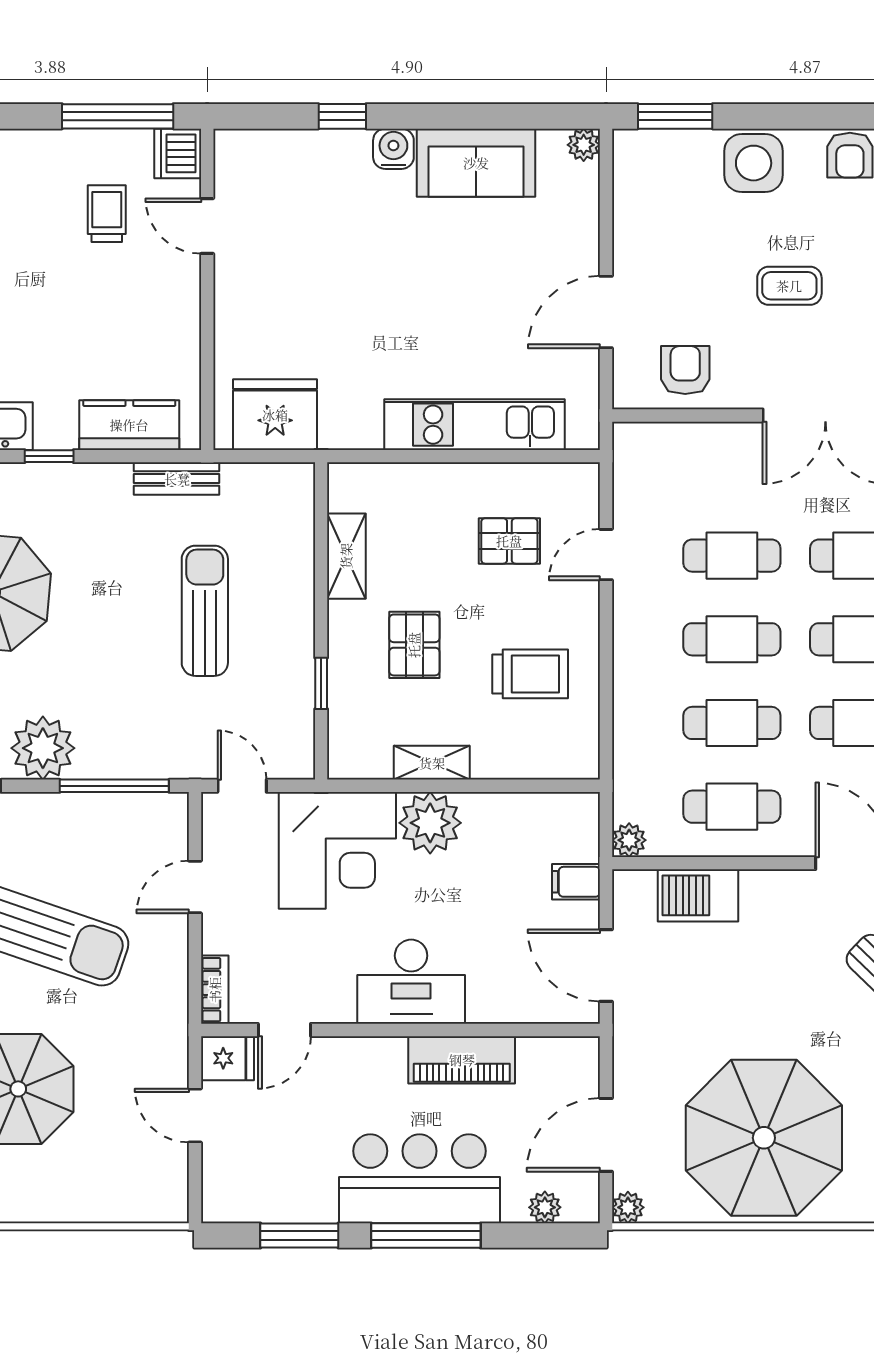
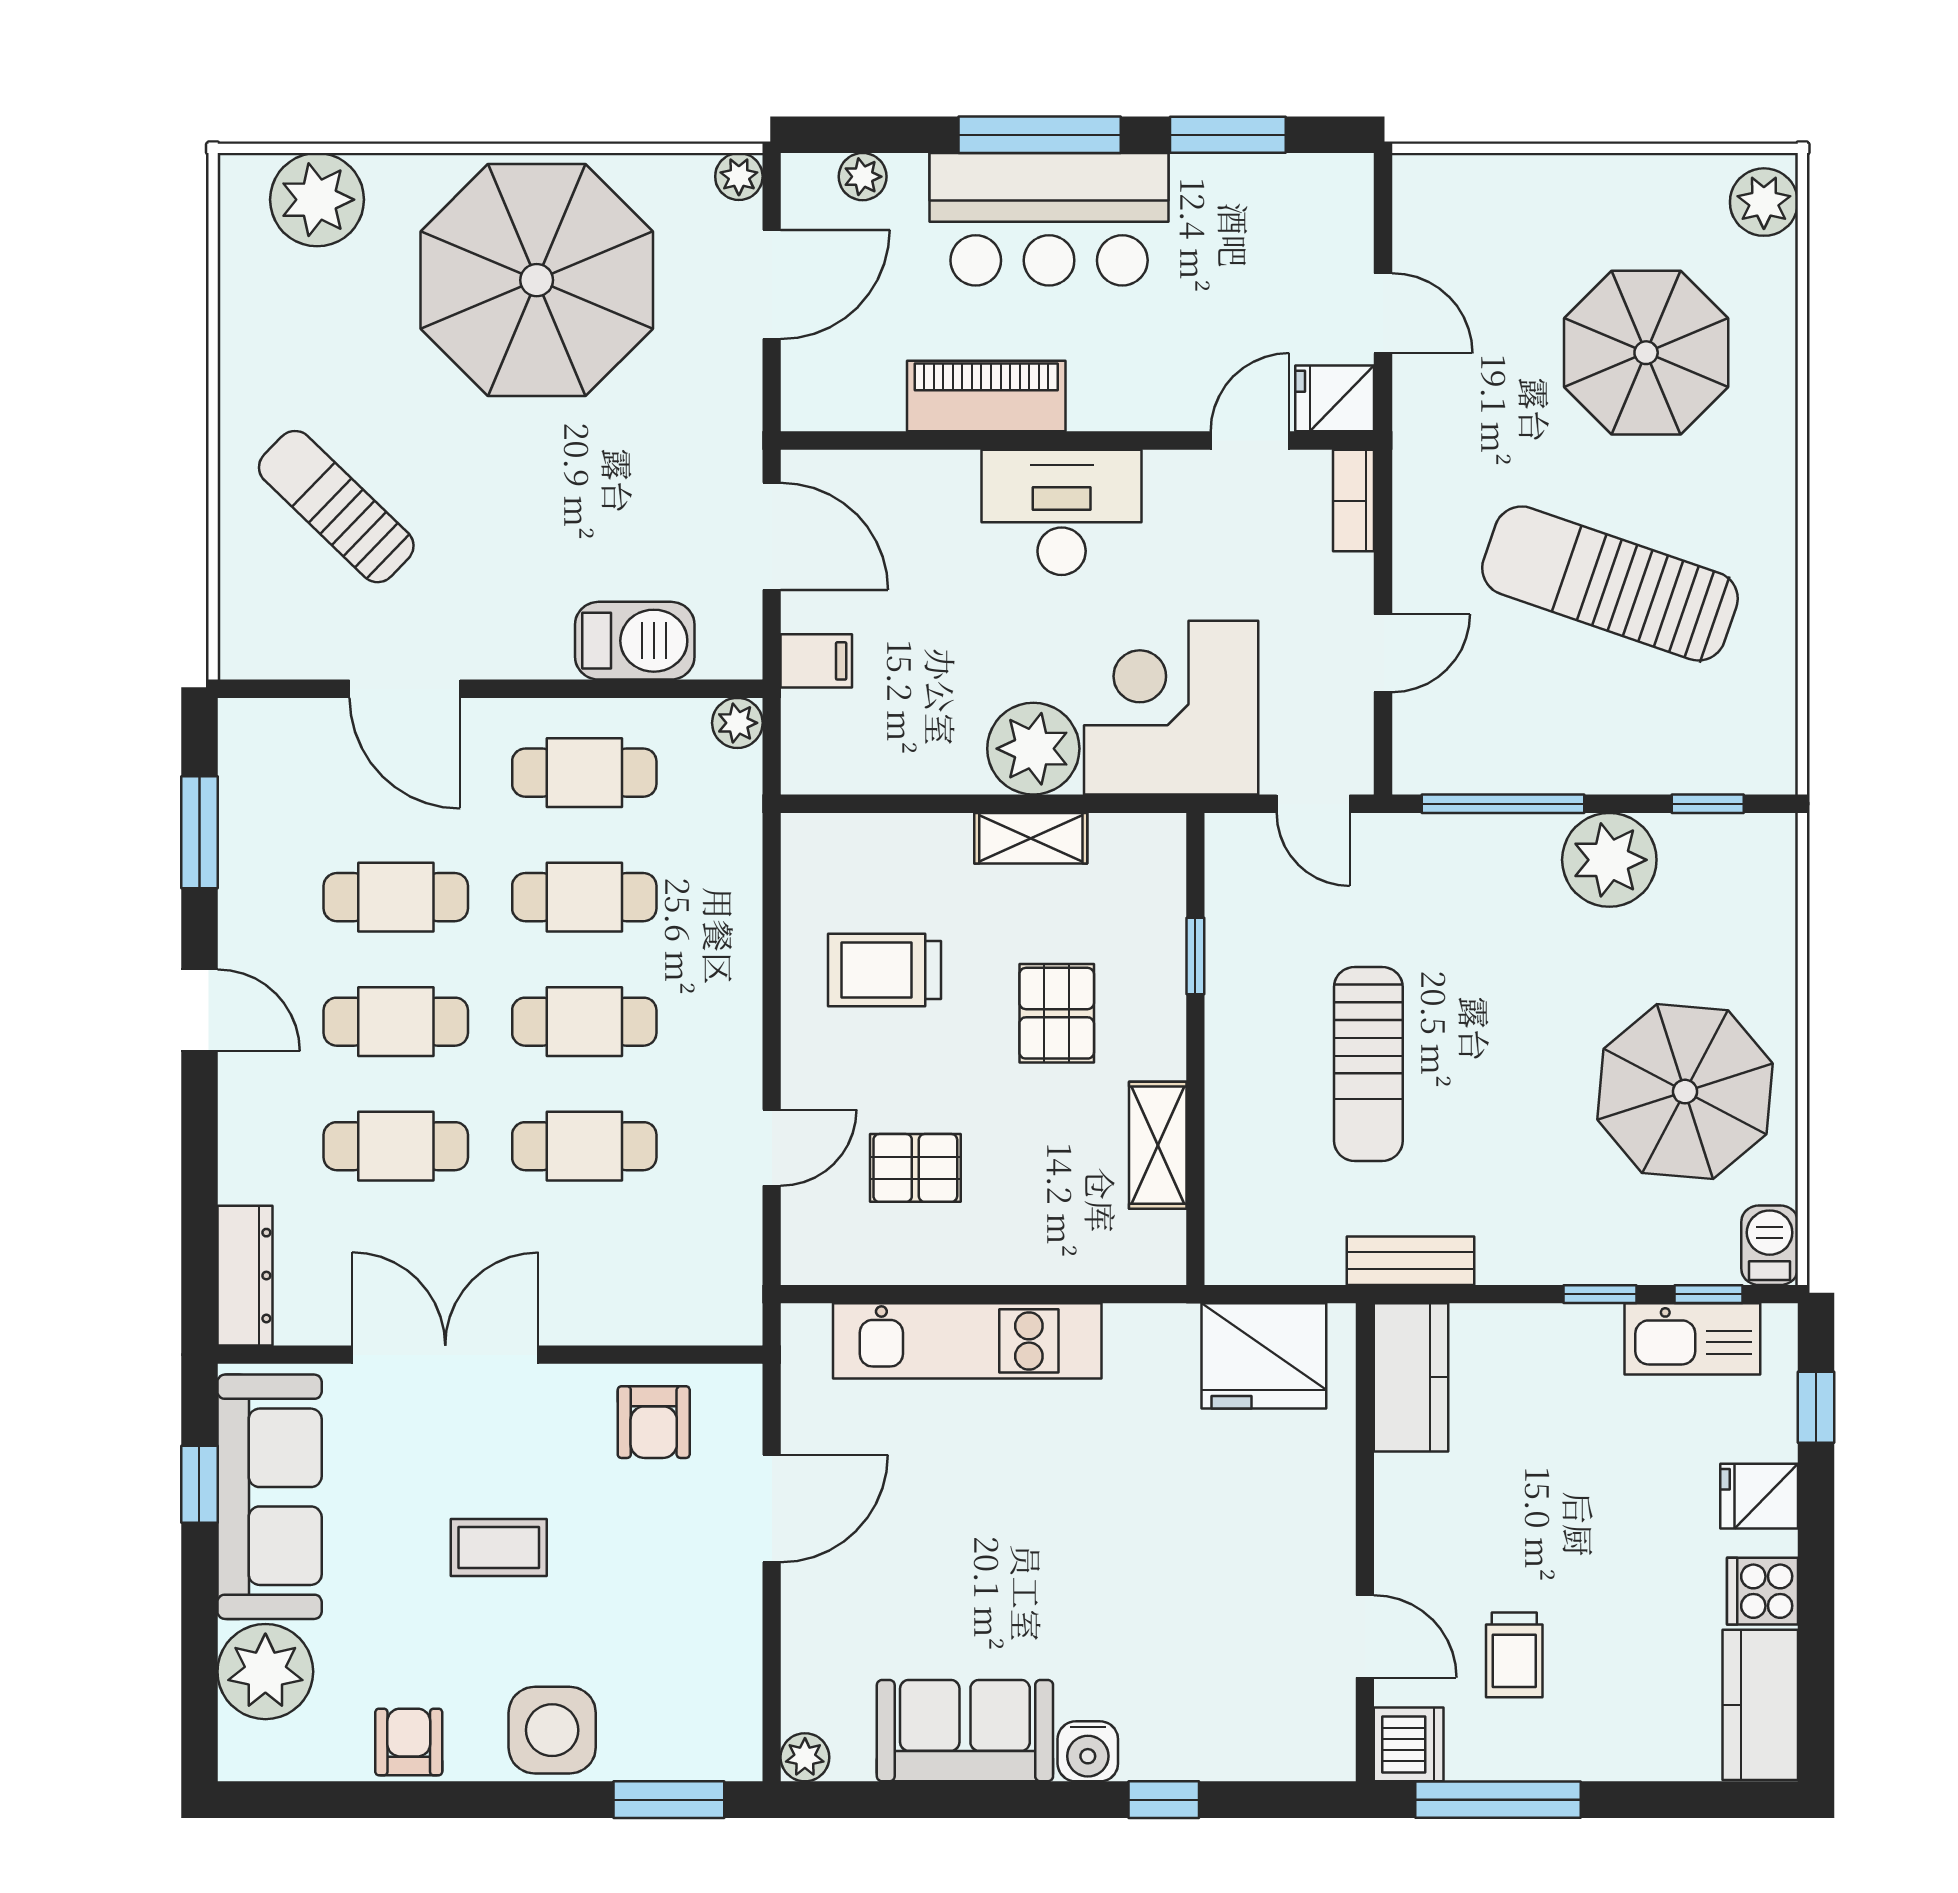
kitchen counter: (129, 425) -> (1411, 1377), moved, turned -90

